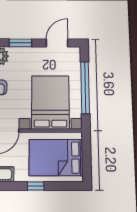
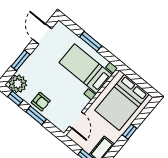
window: (85, 88) -> (91, 41), width x0.47
bed with nightstands: (50, 102) -> (86, 69), width x0.73

